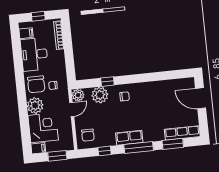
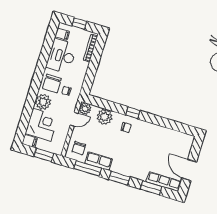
window: (107, 82) -> (133, 113), moved
door: (201, 98) -> (189, 170), moved
row of seats: (129, 138) -> (99, 161), moved
window: (139, 147) -> (119, 178), width x0.69
window: (105, 151) -> (88, 168), width x2.17

